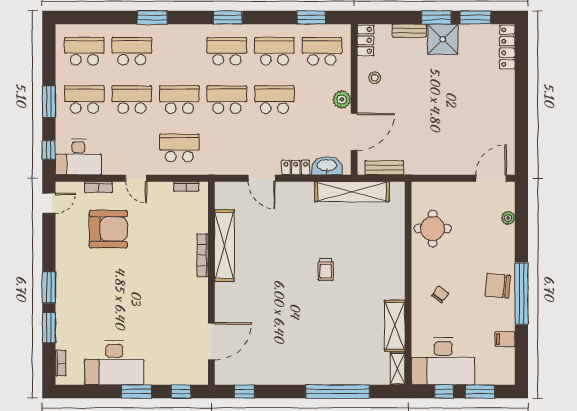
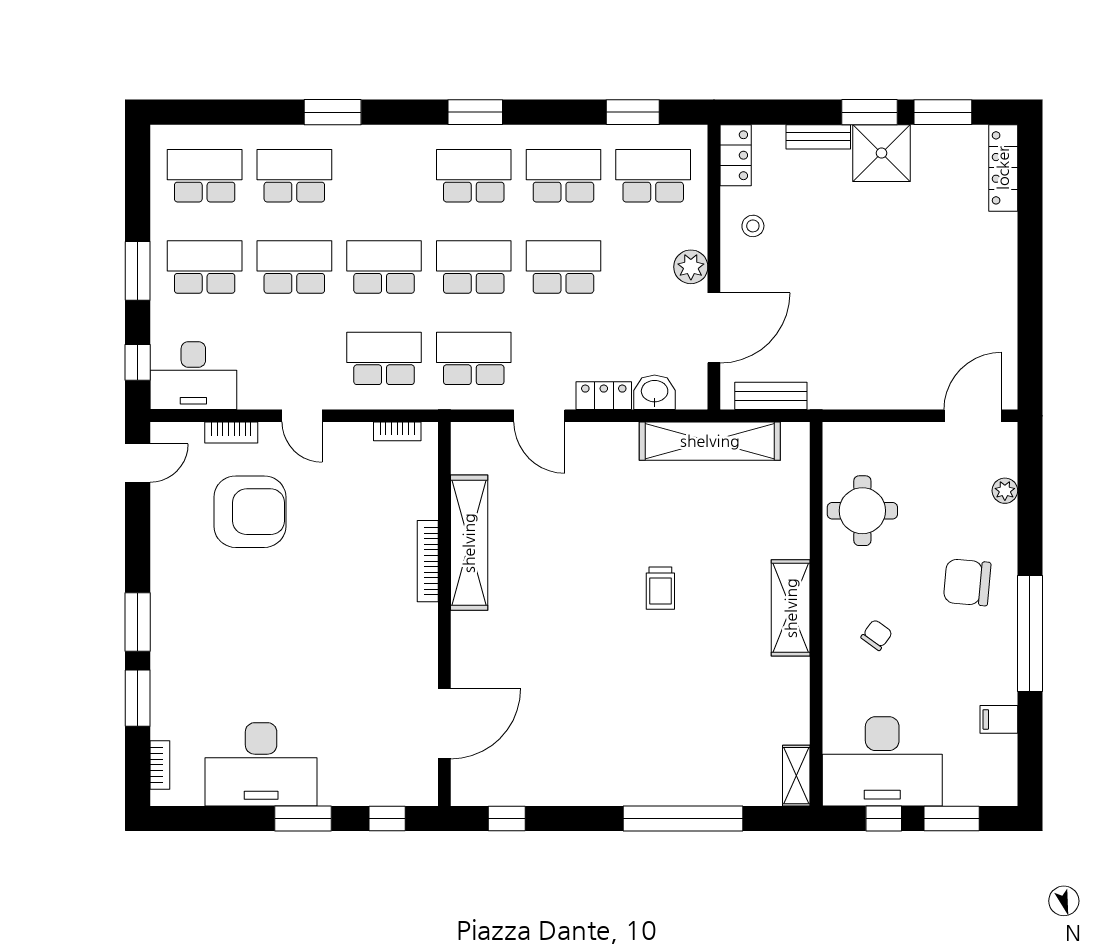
school desk: (227, 148) -> (474, 358), added
washbasin: (327, 166) -> (655, 392), width x0.72
chair: (498, 286) -> (967, 582), moved
shelving: (395, 326) -> (791, 608), moved

